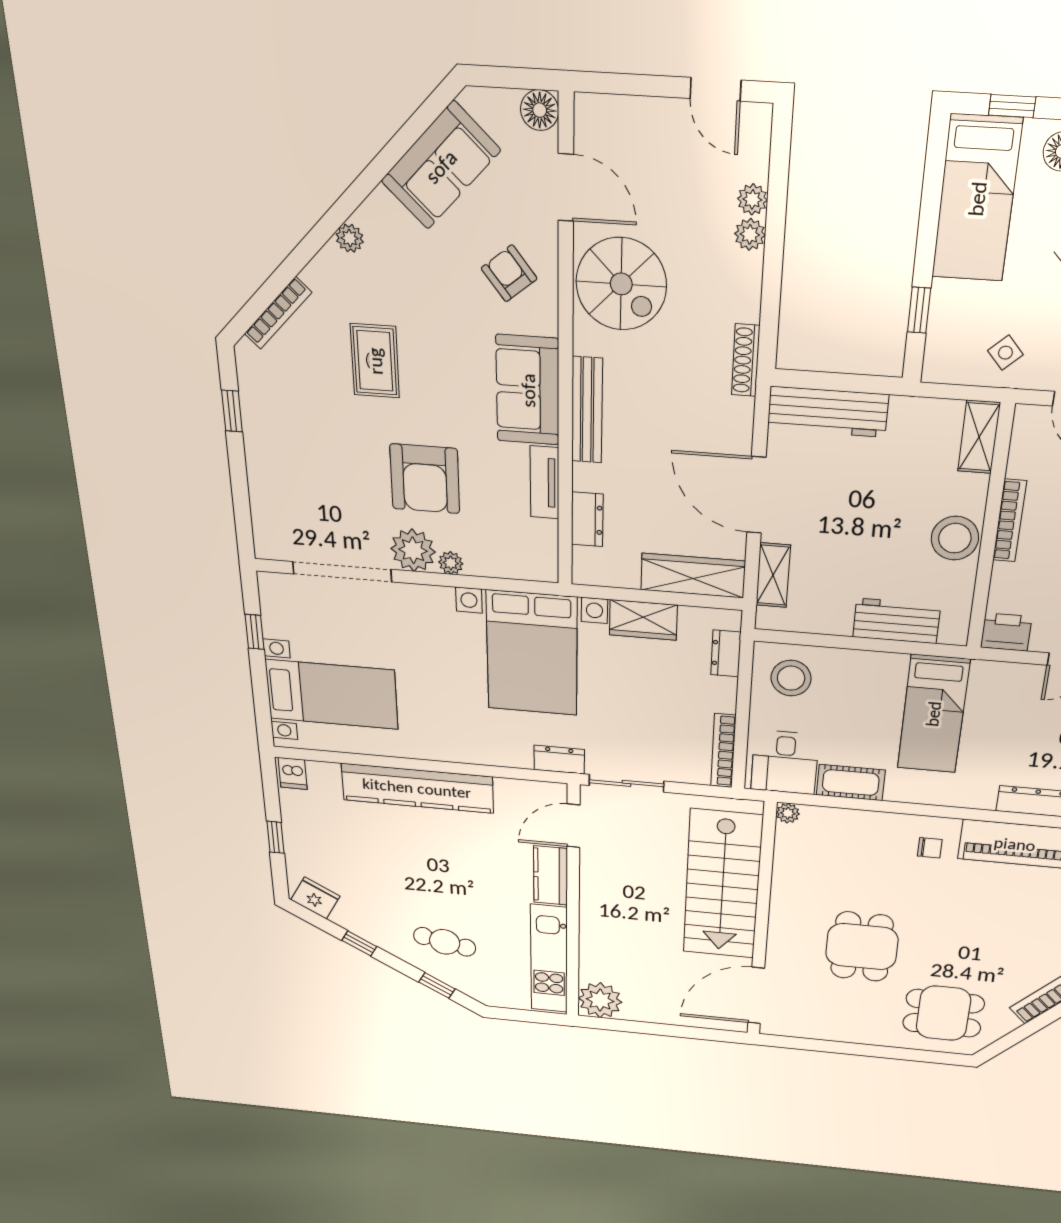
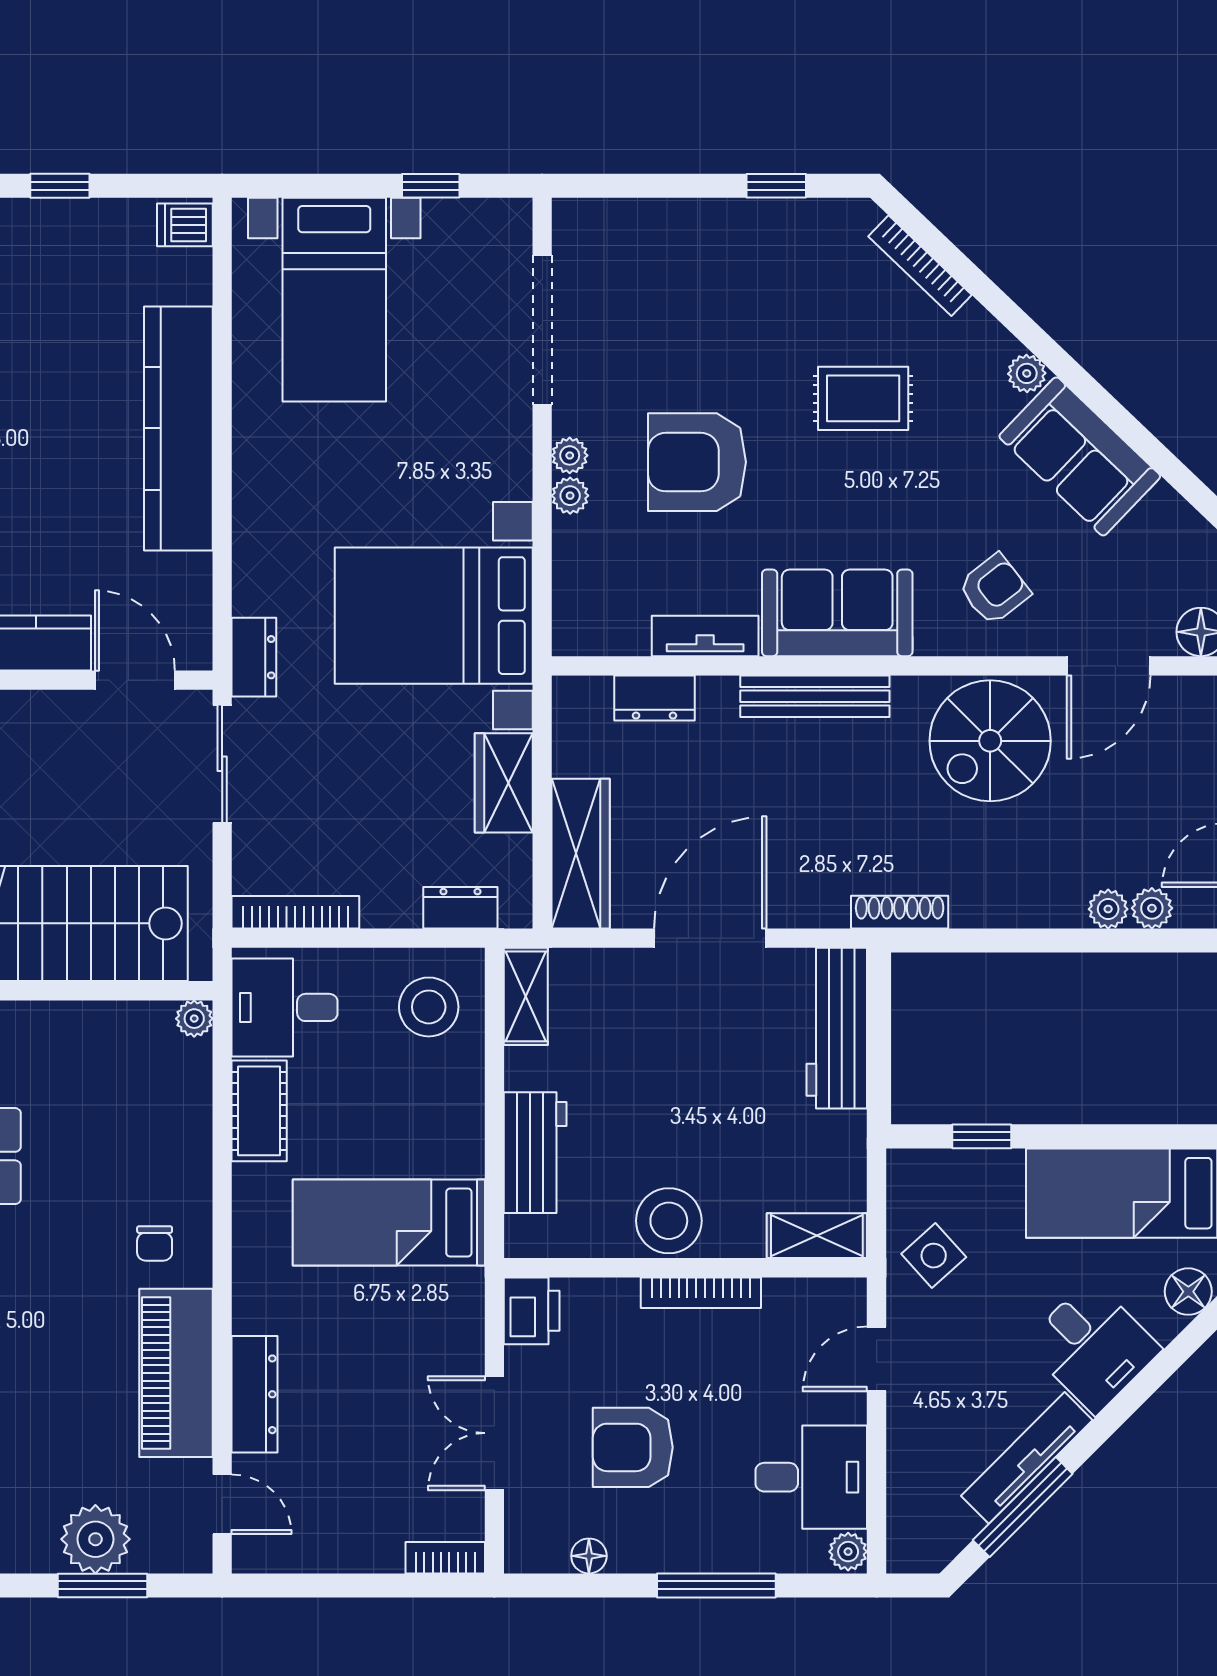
sofa: (441, 166) -> (1080, 456), moved
plant: (750, 234) -> (1152, 908), moved
side table: (1005, 353) -> (934, 1256), width x1.37, depth x1.37
plant: (413, 550) -> (570, 455), width x0.53, depth x0.53
shelving: (773, 575) -> (526, 996), moved, turned 90

